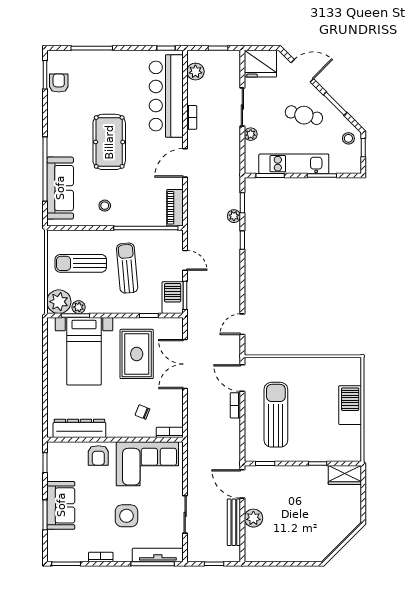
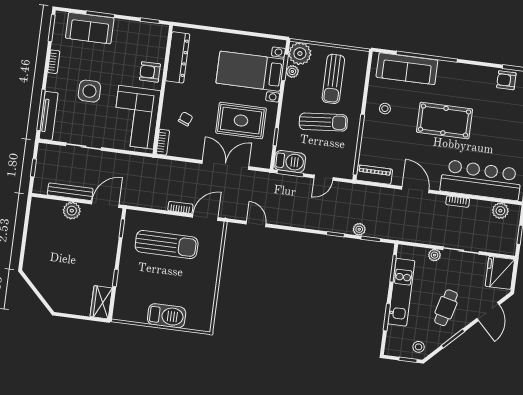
armchair: (59, 83) -> (506, 80), turned 180
sun lounger: (81, 263) -> (333, 79), turned 180
sofa: (61, 505) -> (90, 28), moved

